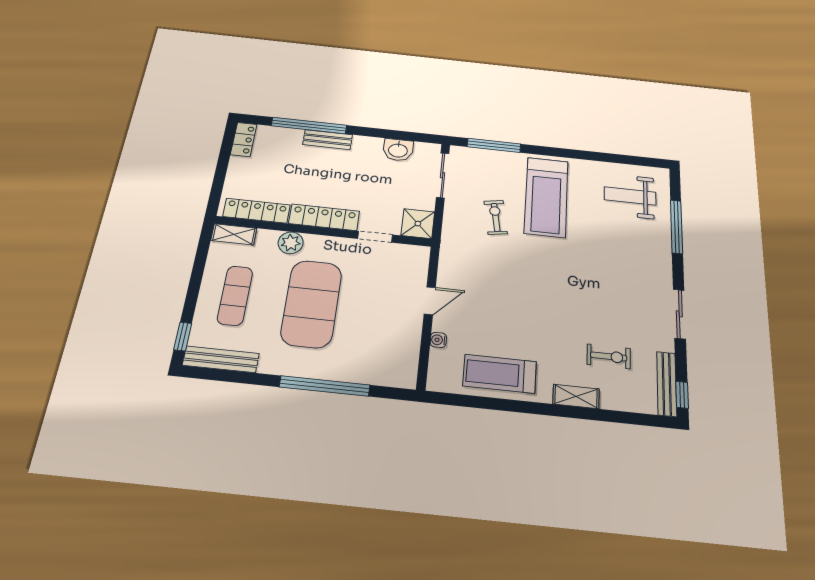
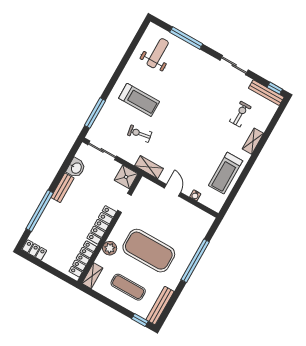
bench: (328, 140) -> (63, 188), moved
weight bench: (630, 196) -> (158, 53), turned 180
treadmill: (546, 197) -> (139, 100), width x0.73, depth x0.73
shelving: (450, 251) -> (149, 167), added

